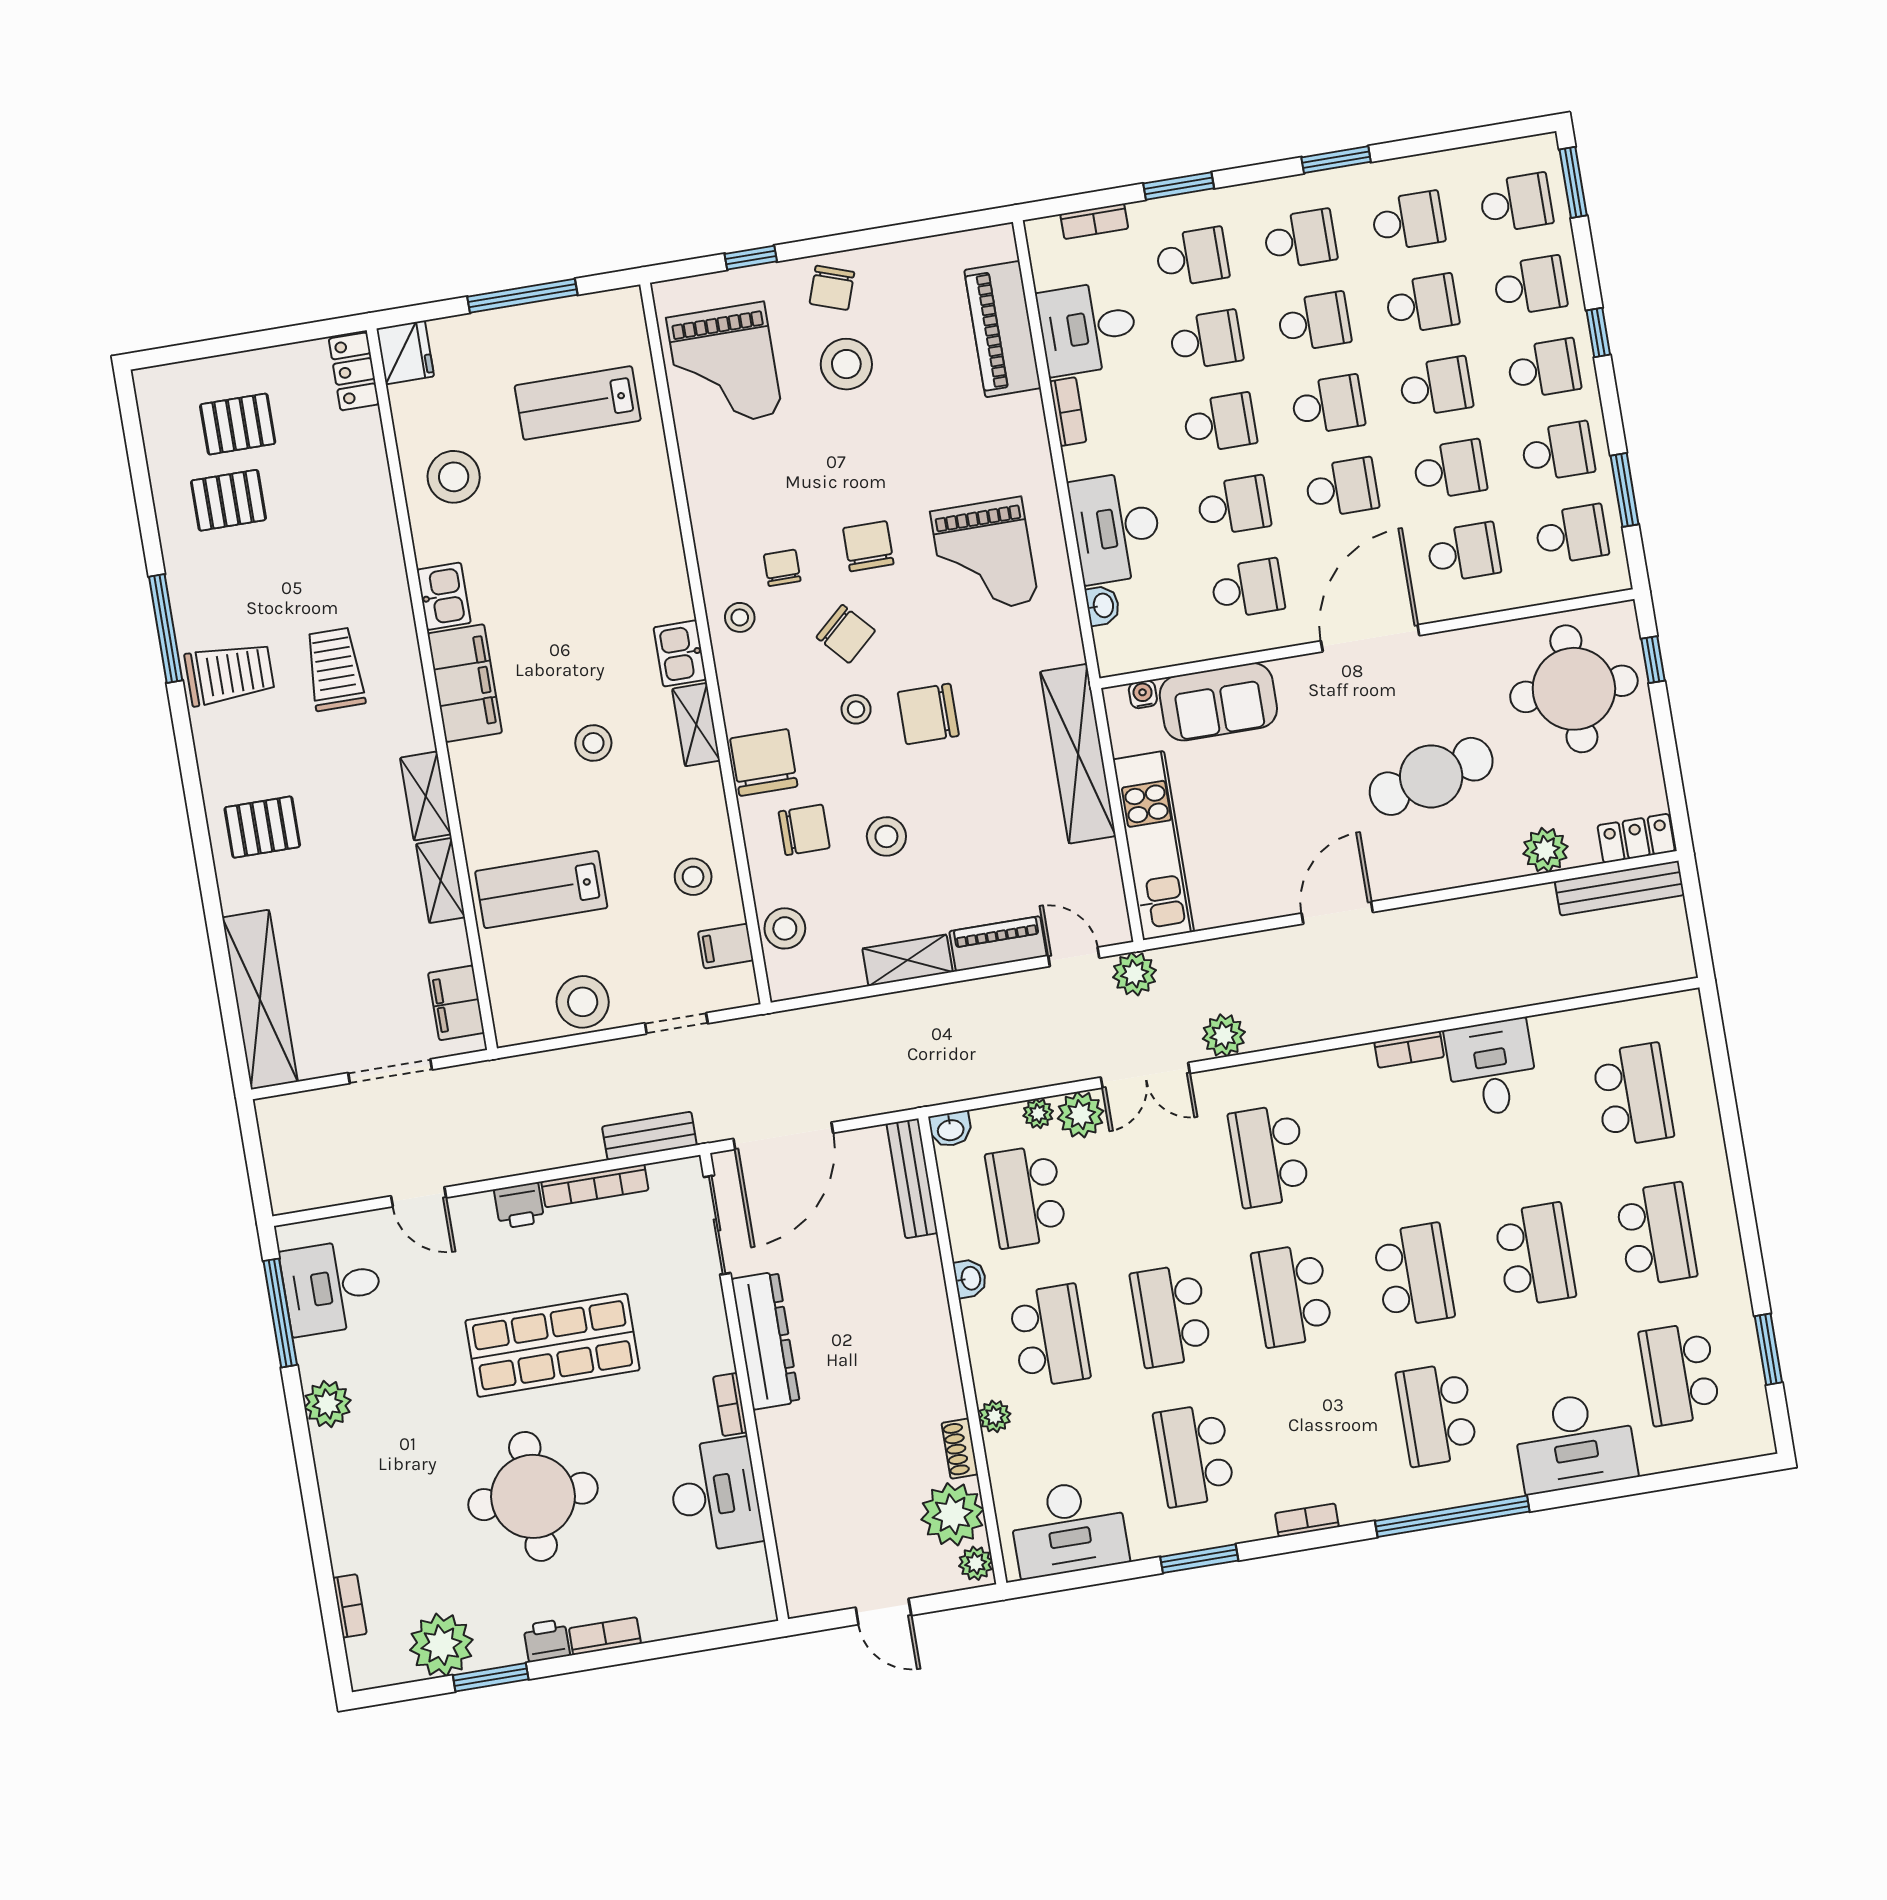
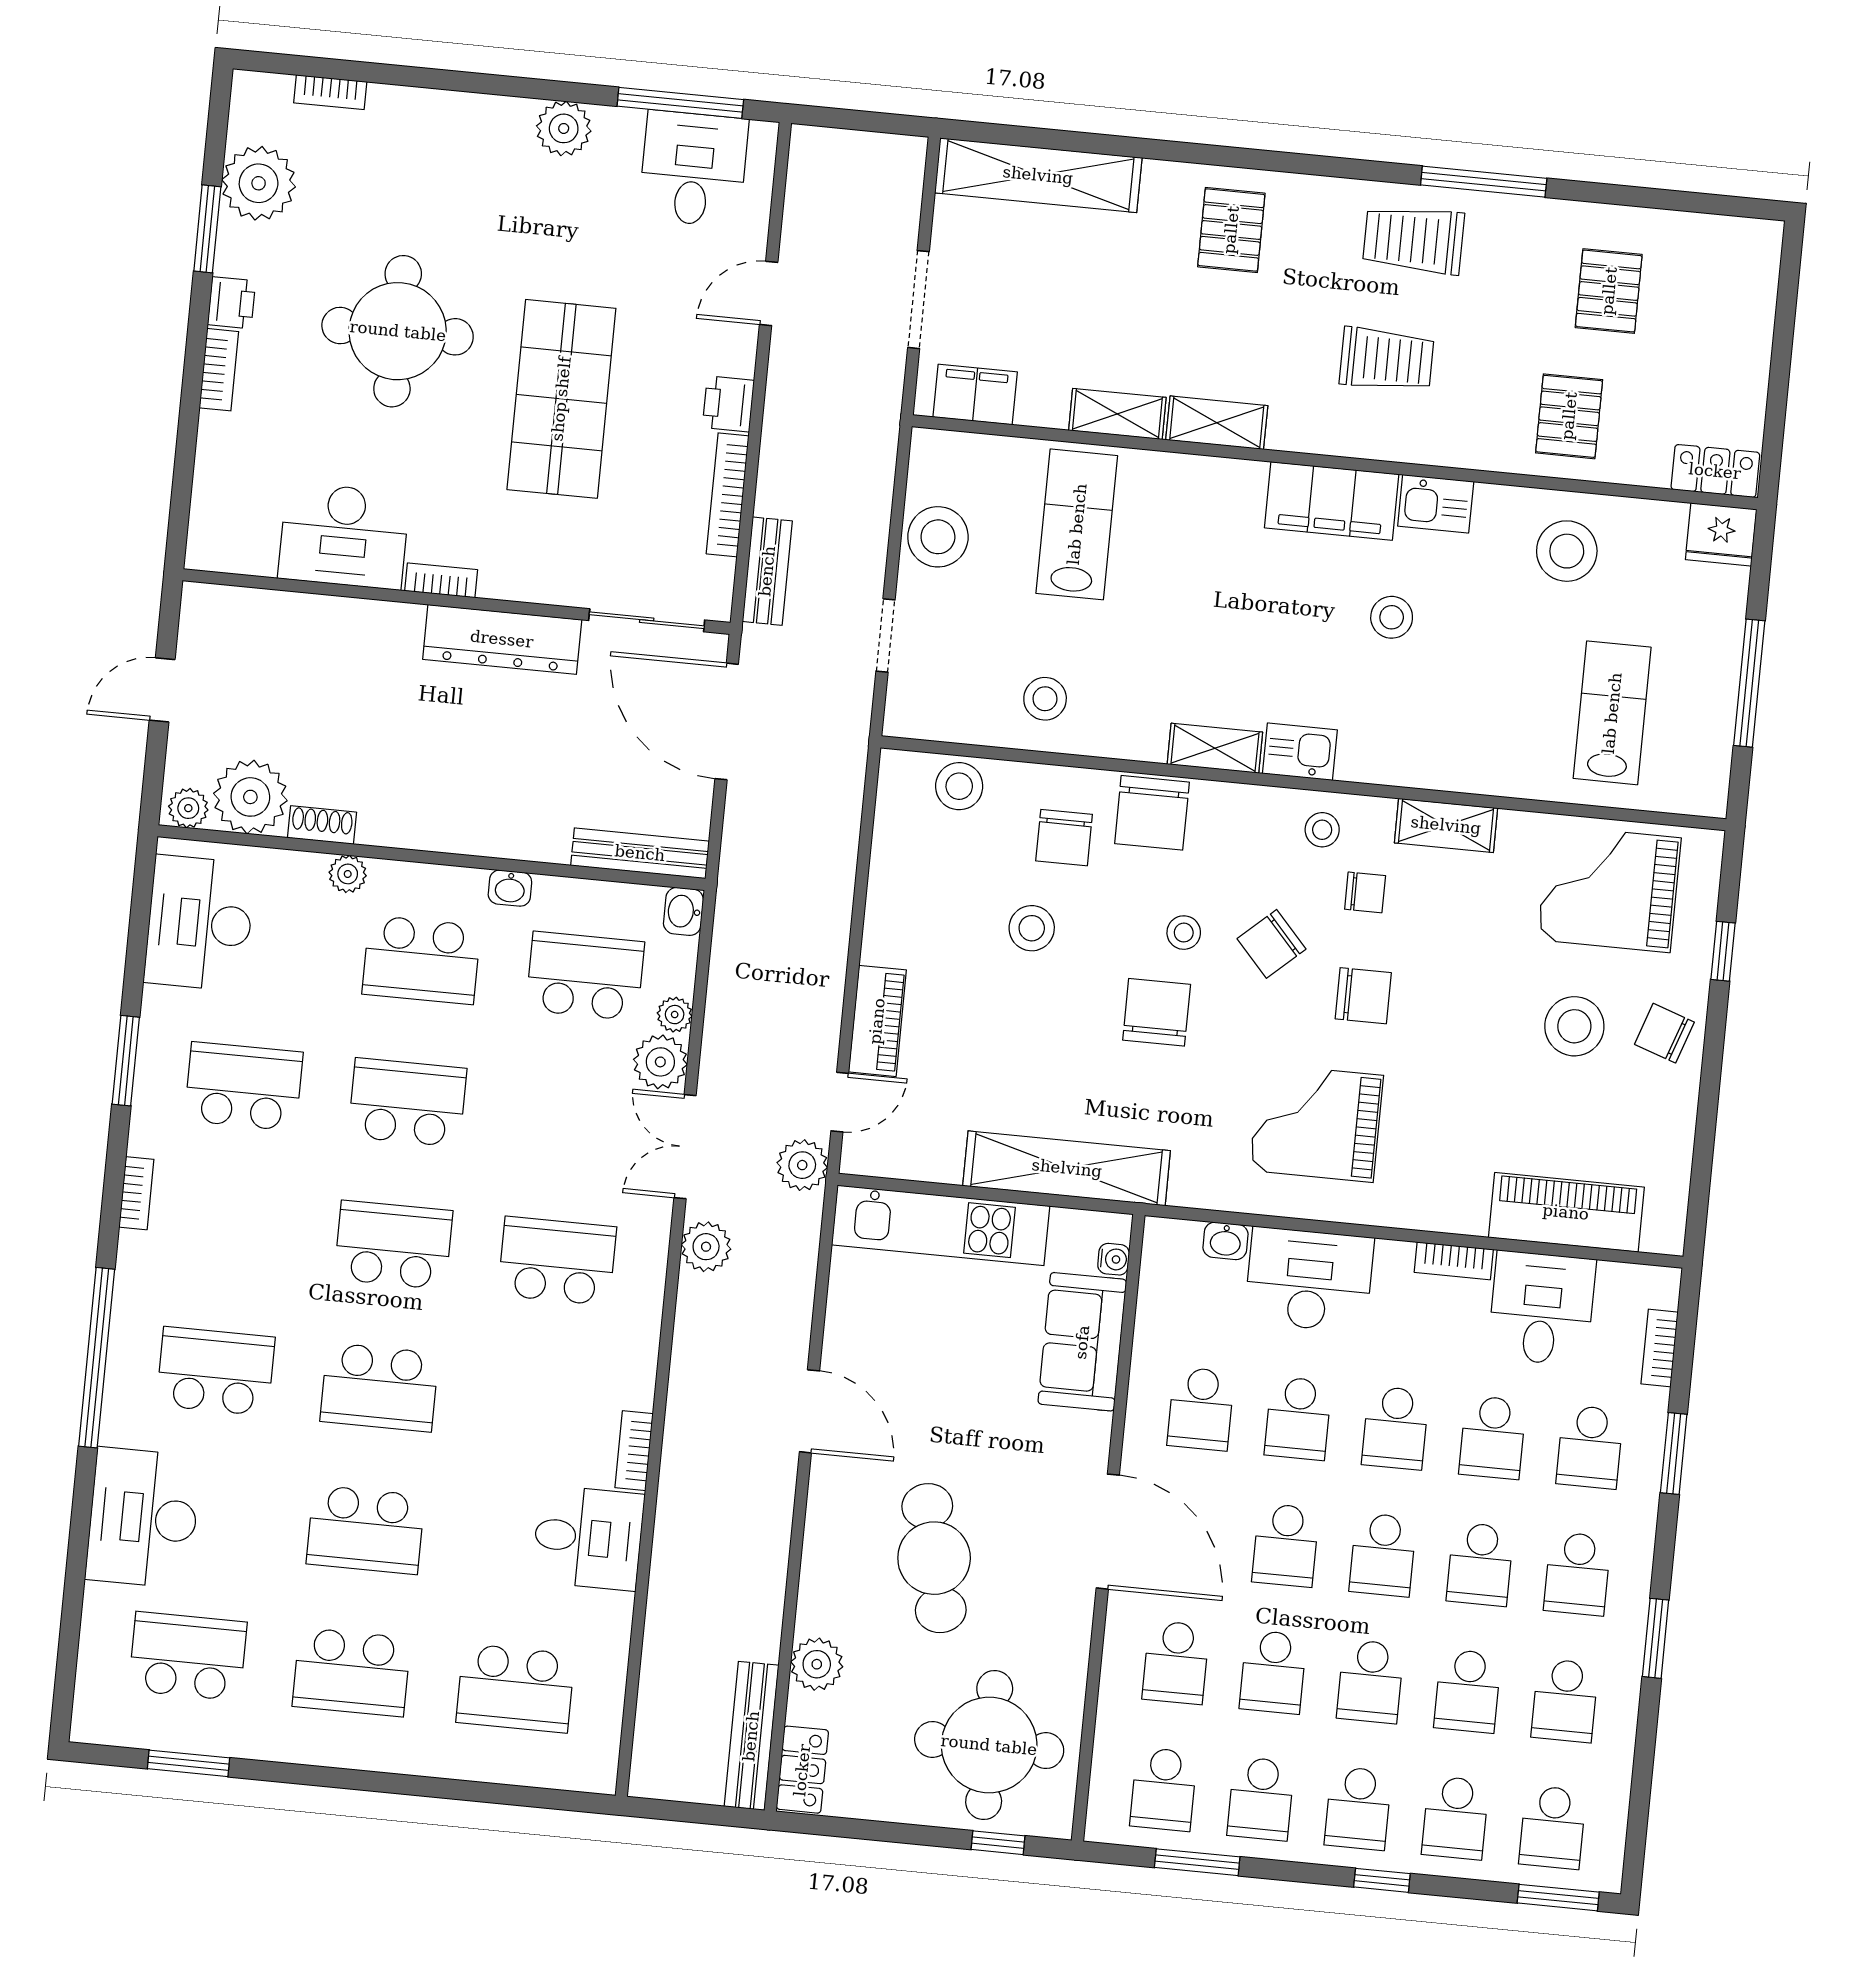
pallet: (238, 424) -> (1569, 416), moved
trolley: (230, 674) -> (1414, 240), turned 90
stool: (593, 743) -> (1392, 617), moved
chair: (764, 762) -> (1152, 813), turned 90
filing cabinet: (726, 946) -> (957, 714), removed
shelving: (908, 960) -> (1446, 825), moved, turned 90

